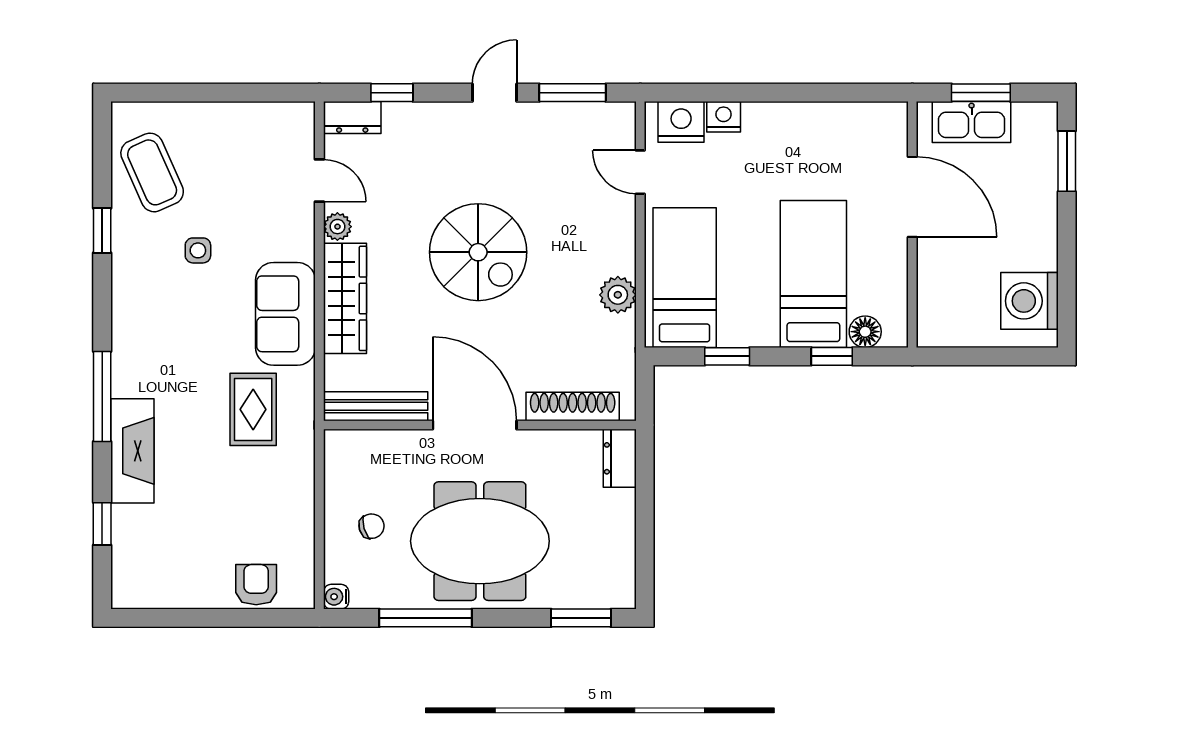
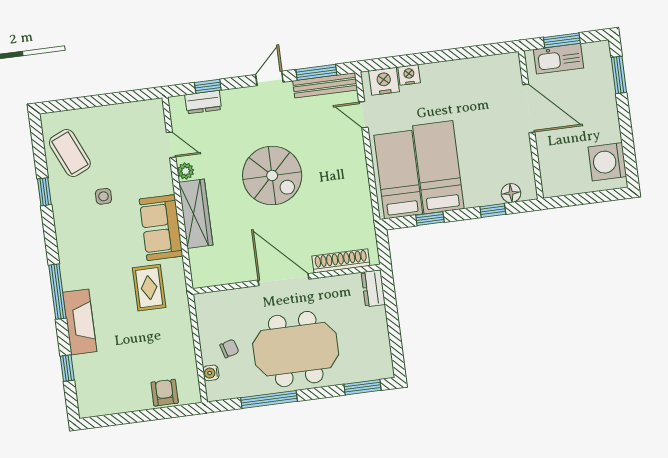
dresser: (352, 117) -> (203, 102), moved
bed: (813, 274) -> (438, 167), moved
plant: (618, 295) -> (359, 190), removed
bench: (376, 406) -> (325, 85), moved
water cooler: (336, 597) -> (211, 373), moved

